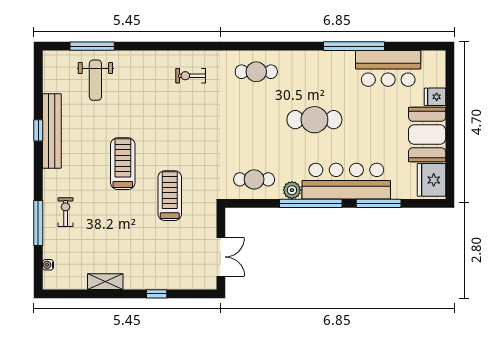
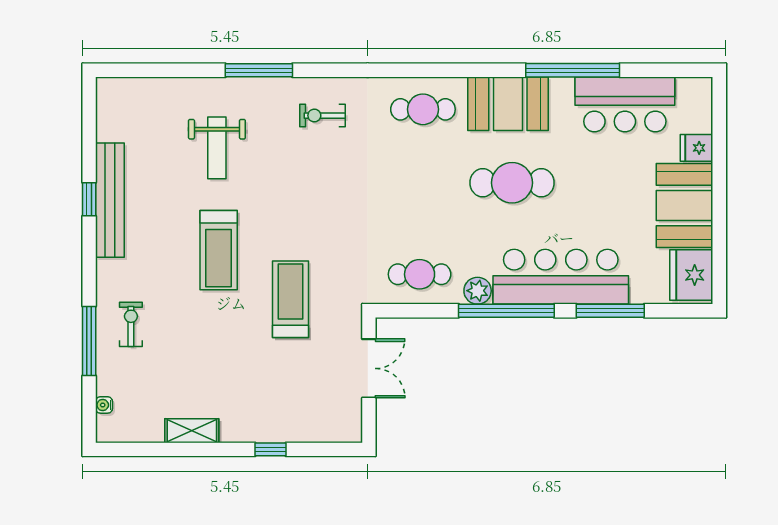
window: (92, 46) -> (259, 70), moved
booth: (312, 68) -> (508, 104), added
weight bench: (95, 80) -> (217, 148), moved
treadmill: (123, 164) -> (219, 250), turned 180
double door: (221, 257) -> (369, 368), moved

